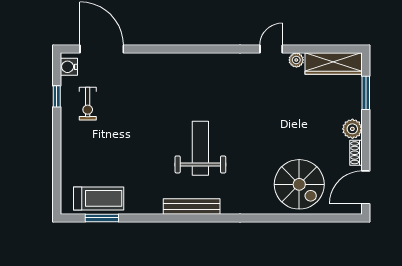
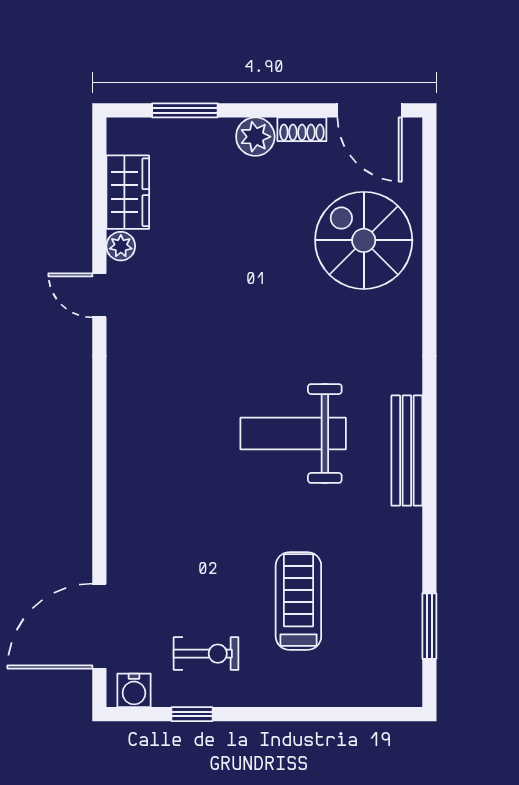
wardrobe: (333, 64) -> (128, 192), width x0.67
spiral stairs: (299, 184) -> (364, 240), turned -90
treadmill: (99, 198) -> (298, 601), moved

